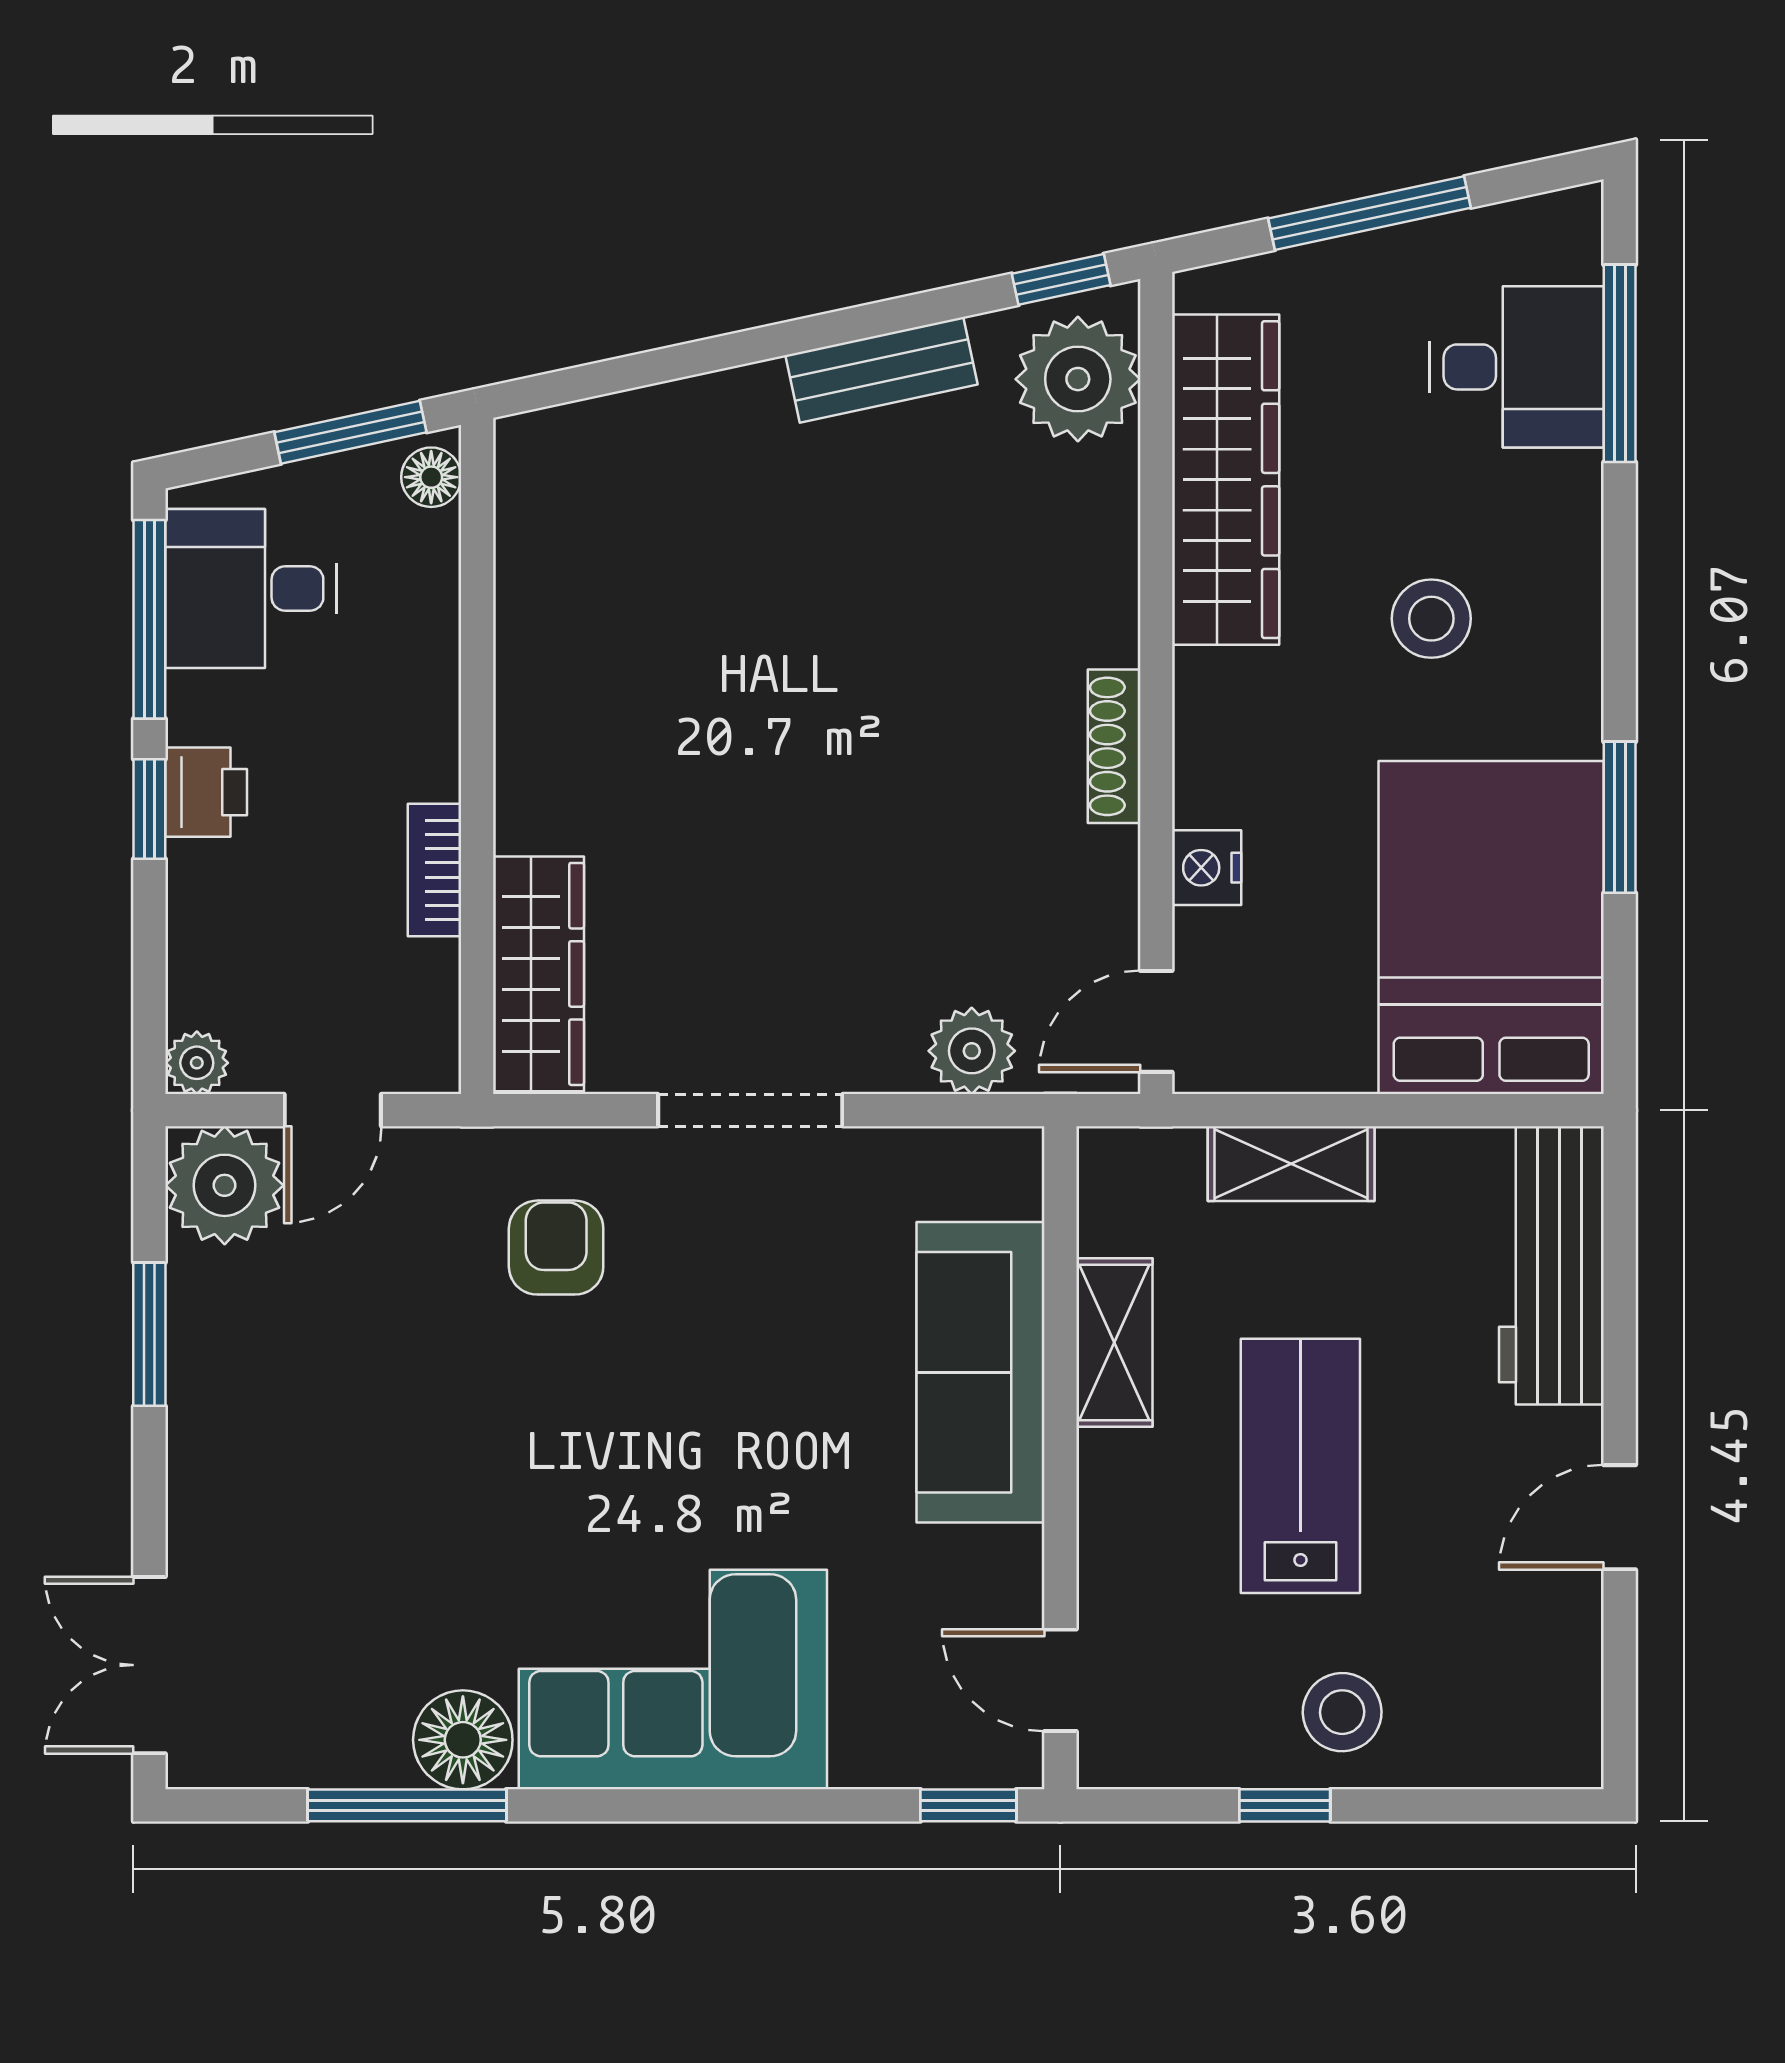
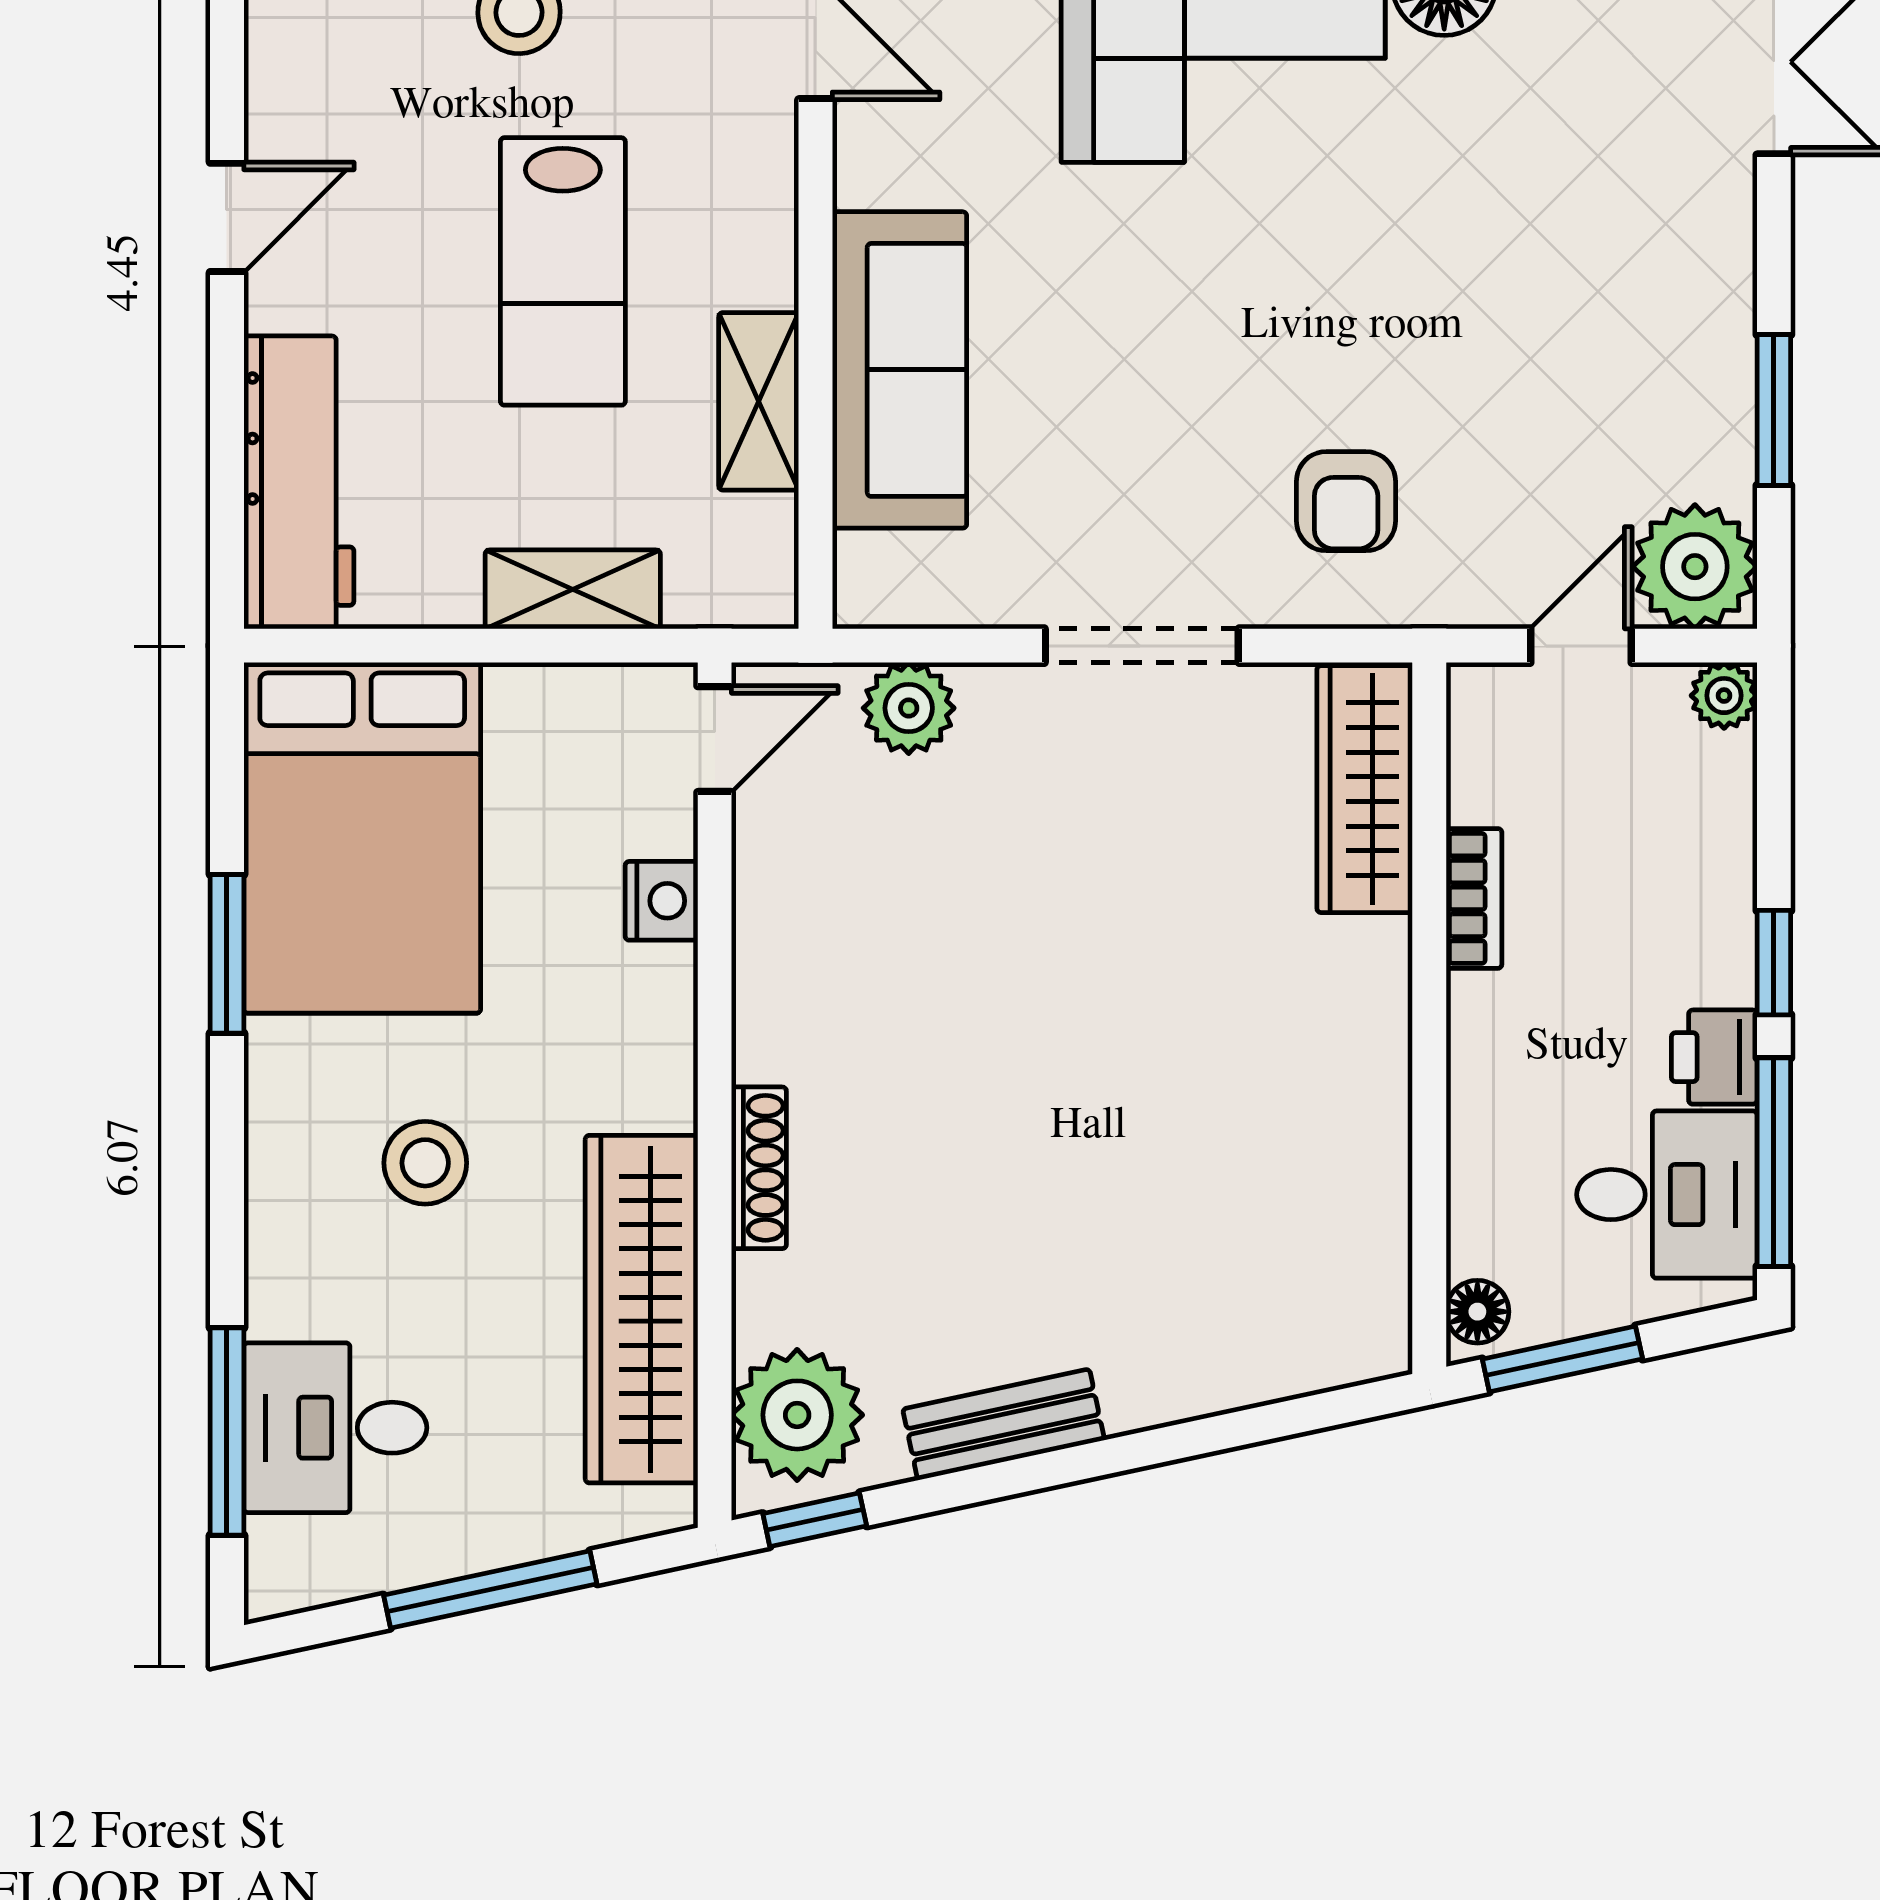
shoe rack: (1114, 746) -> (759, 1168), moved
printer: (206, 792) -> (1714, 1057), moved

